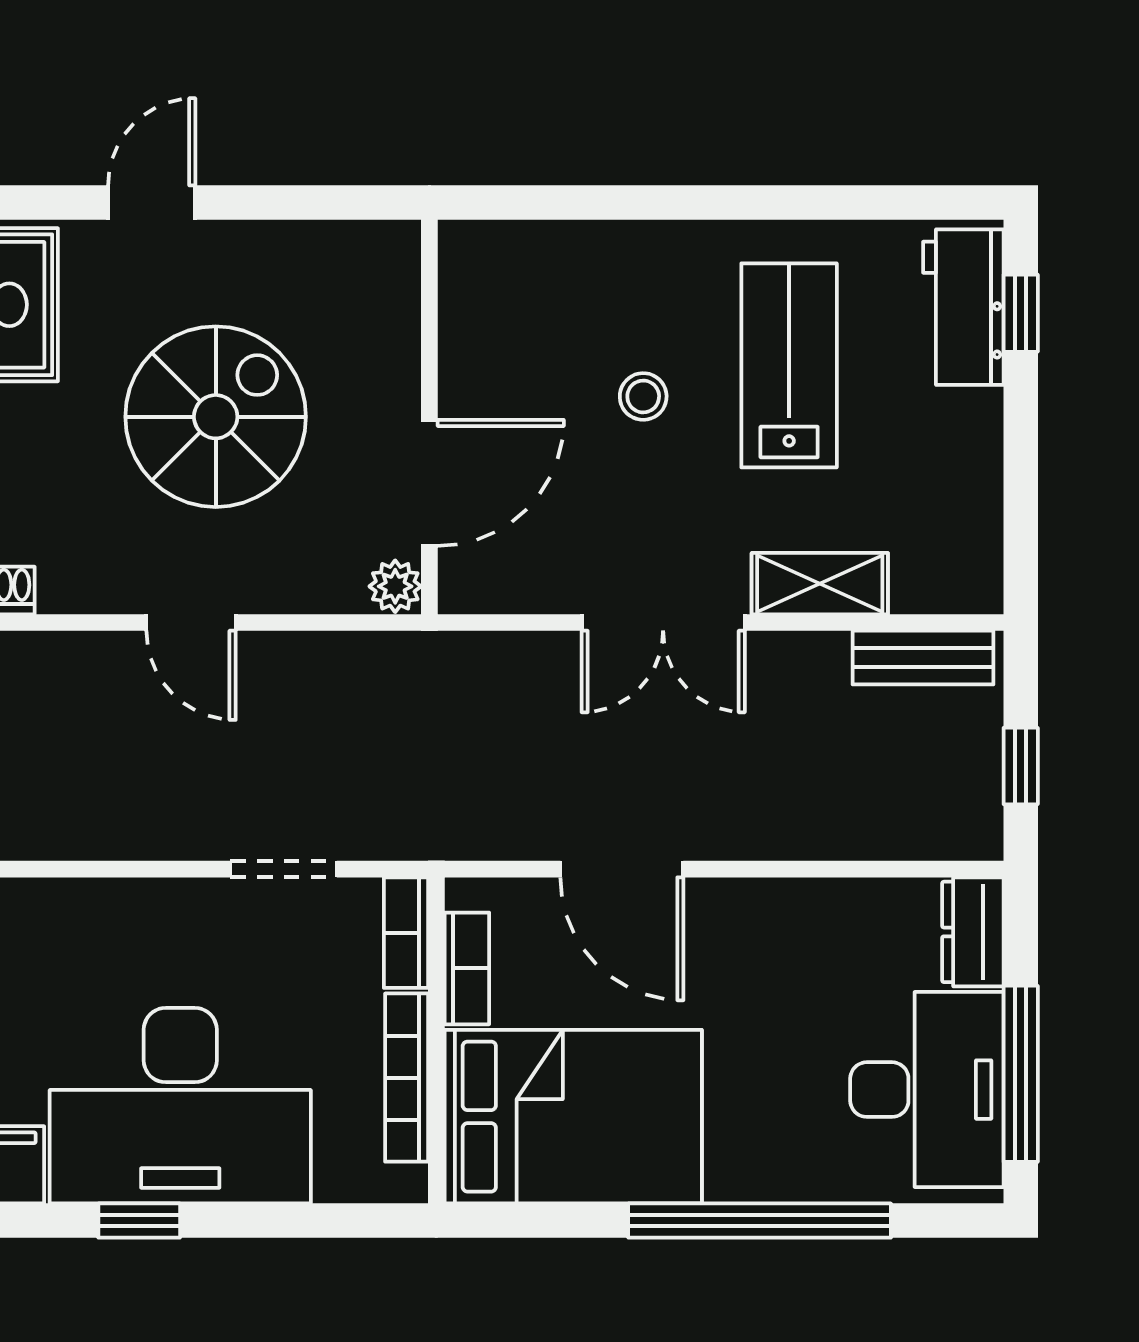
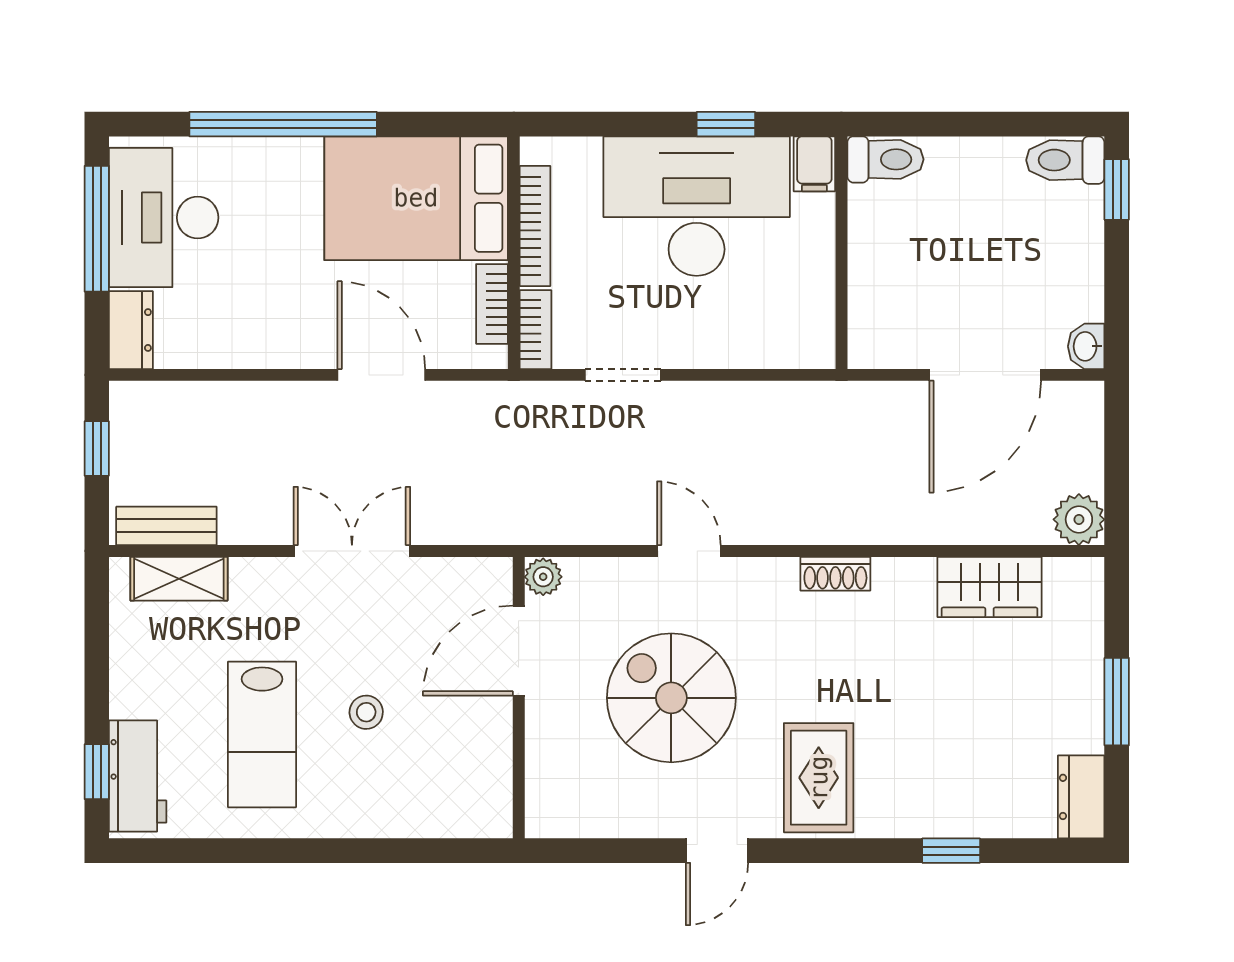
spiral stairs: (216, 417) -> (671, 698), turned 90
shelving: (820, 584) -> (179, 579), moved

